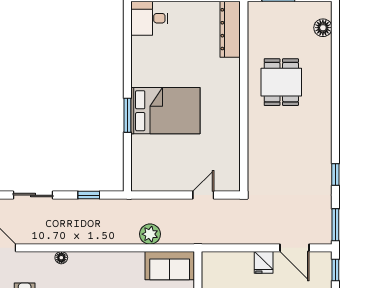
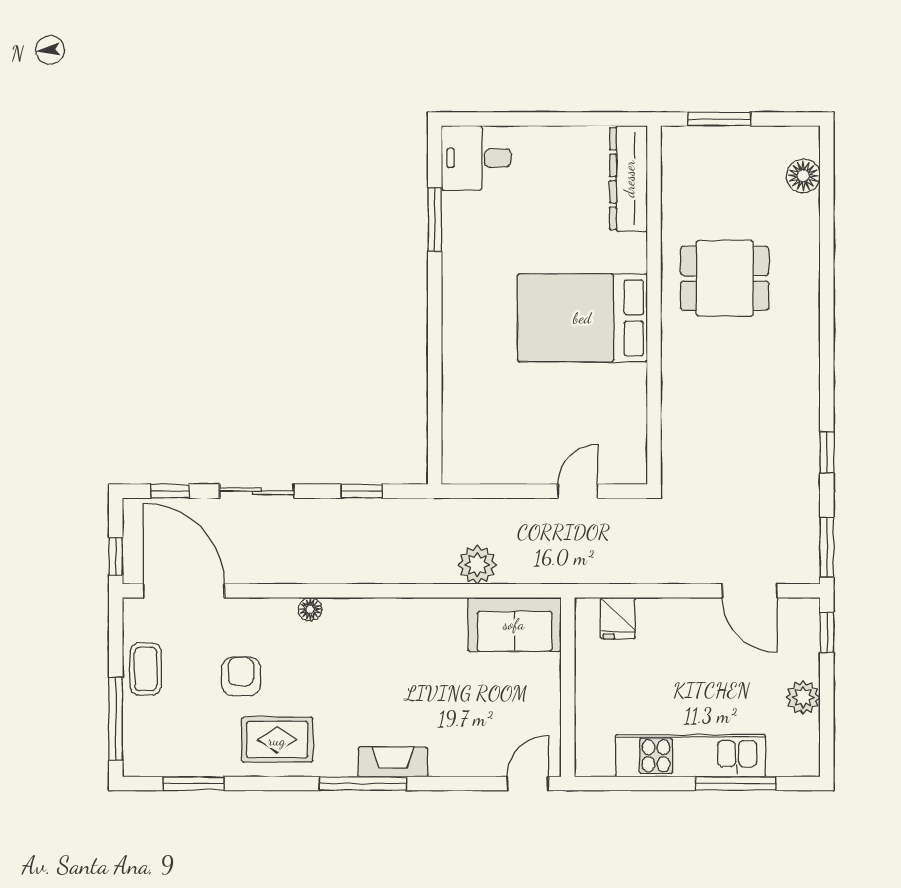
dining table: (281, 82) -> (725, 278), turned 90
bed: (165, 111) -> (582, 318), moved, turned 180
window: (127, 115) -> (435, 220), moved
fridge: (264, 262) -> (618, 618), moved

